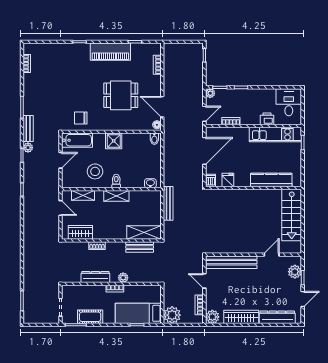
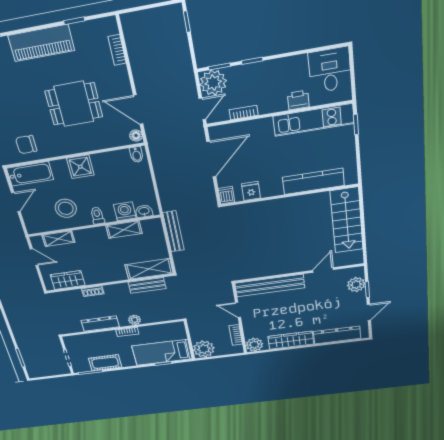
plant: (210, 93) -> (213, 83), width x1.88, depth x1.88
washing machine: (137, 181) -> (125, 211), added
shelving: (116, 196) -> (124, 230), moved

